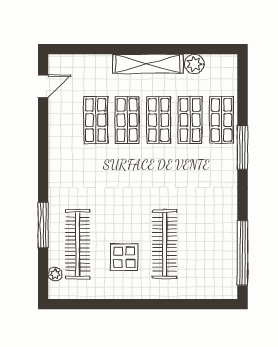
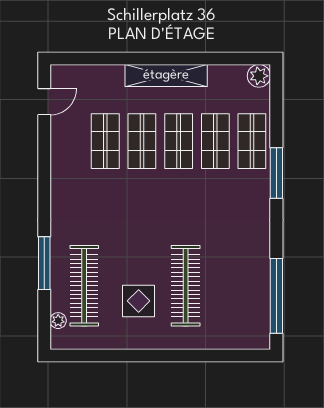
plant: (194, 64) -> (259, 76), moved

